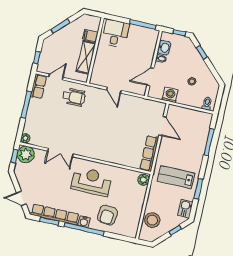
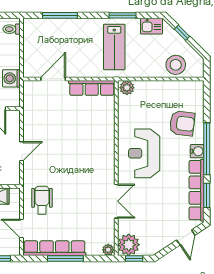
row of seats: (38, 86) -> (54, 248), width x2.02

